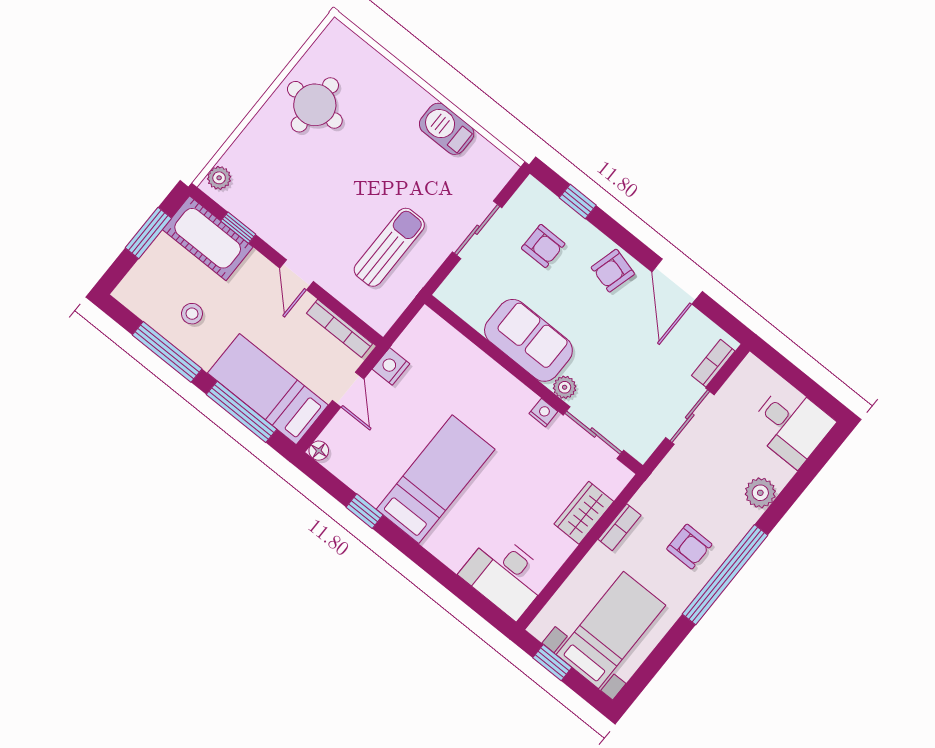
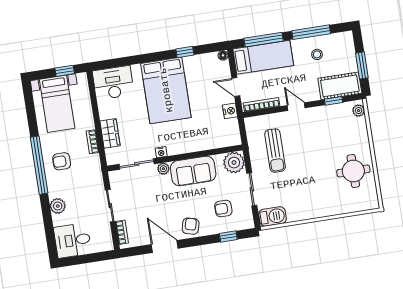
barbecue: (447, 129) -> (272, 216), moved
plant: (461, 292) -> (234, 163), added
bed: (436, 479) -> (166, 90), width x1.50

